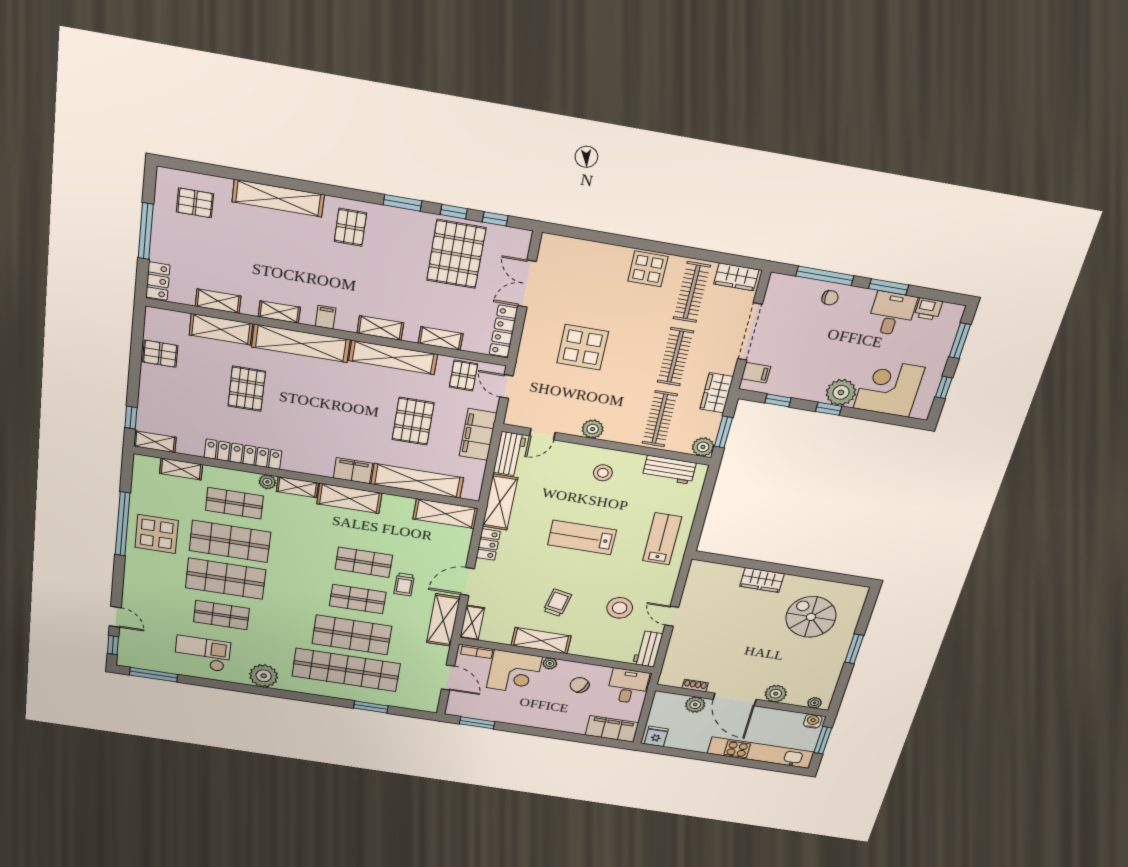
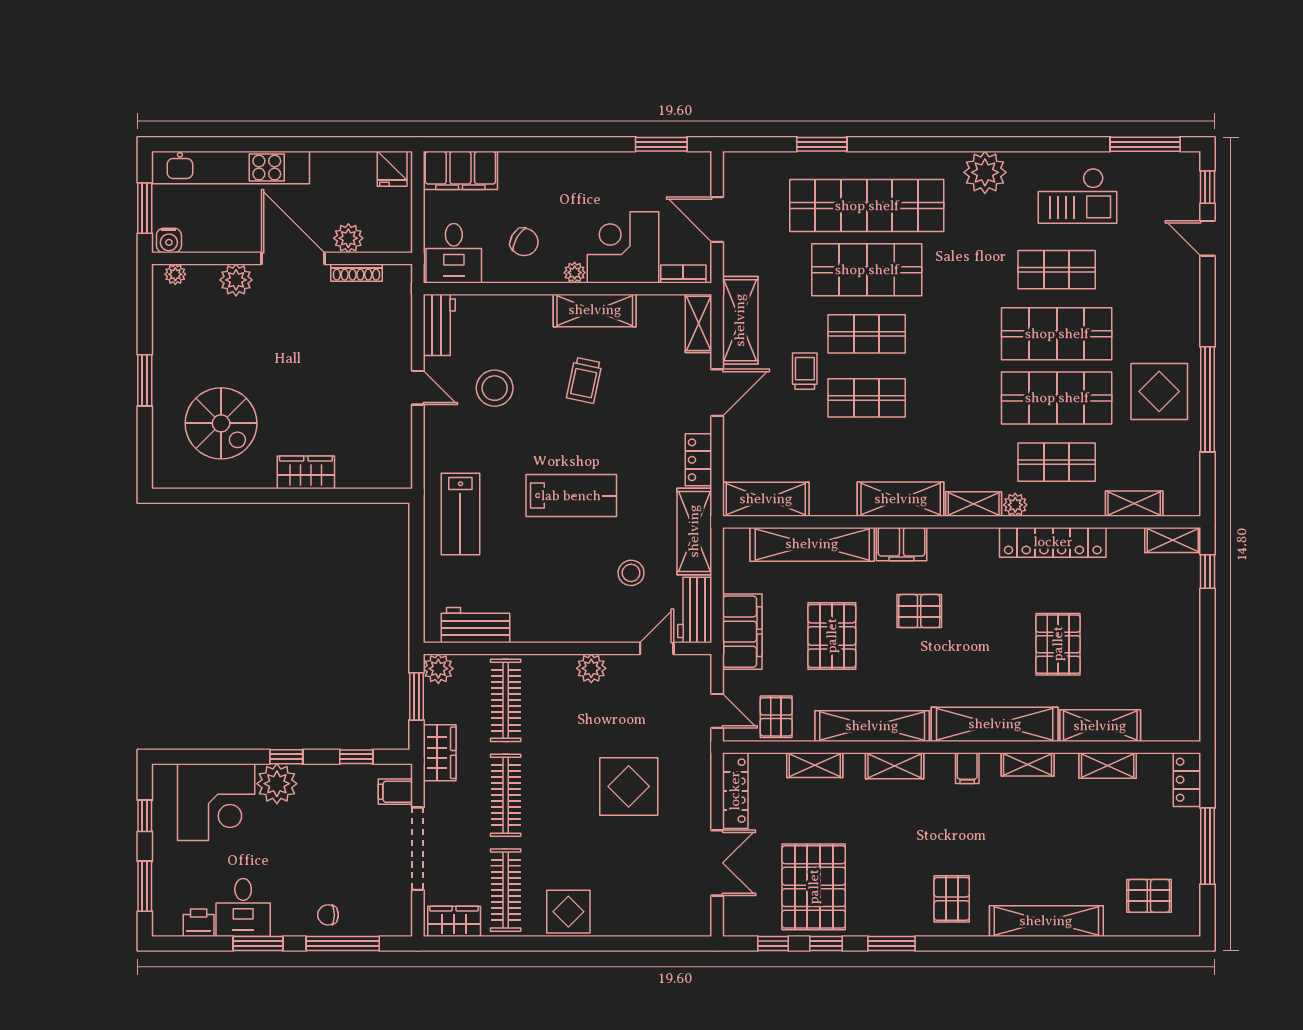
pallet: (160, 354) -> (919, 611), moved
stool: (603, 473) -> (631, 573), moved
shoe rack: (695, 686) -> (356, 273), width x1.43

